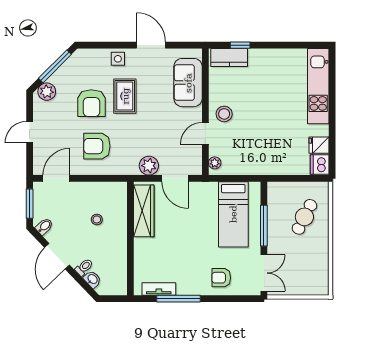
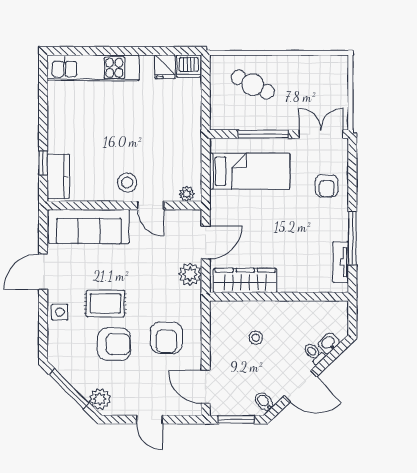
sofa: (188, 83) -> (89, 227), width x1.36

